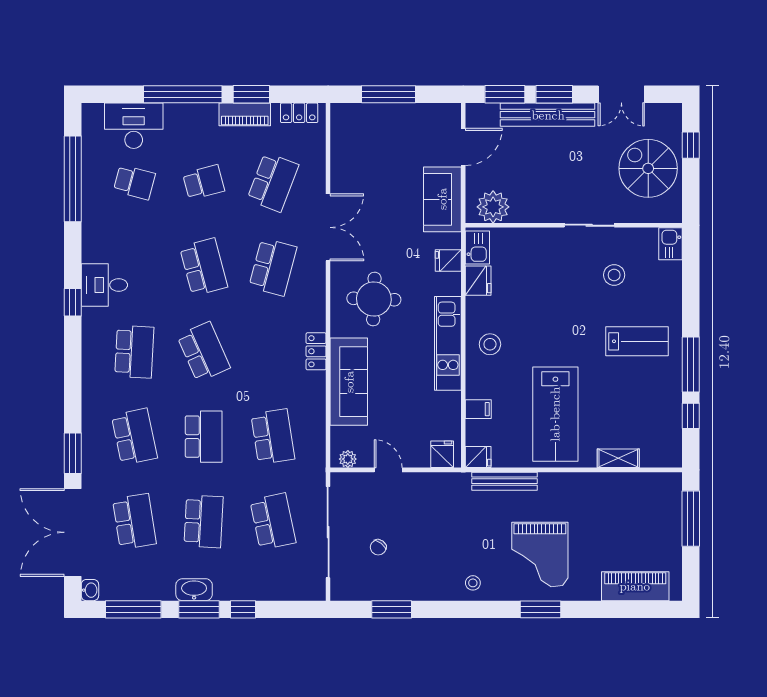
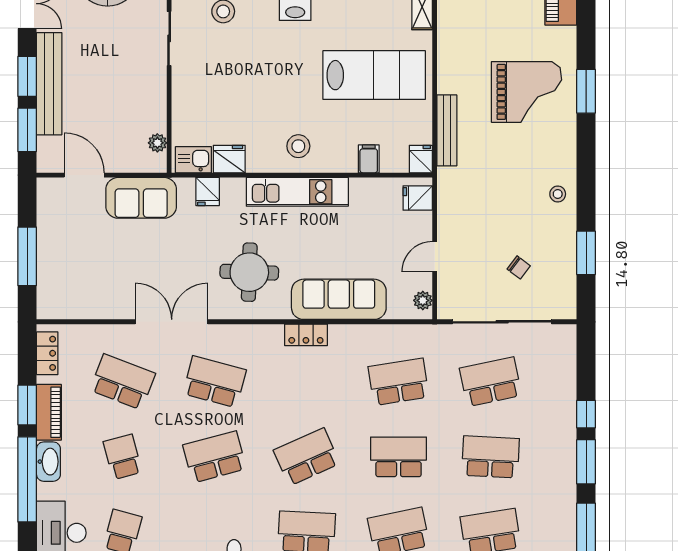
plant: (493, 207) -> (157, 143), width x0.53, depth x0.53
stool: (473, 583) -> (558, 194), moved
washbasin: (194, 590) -> (48, 462), moved, turned 180

